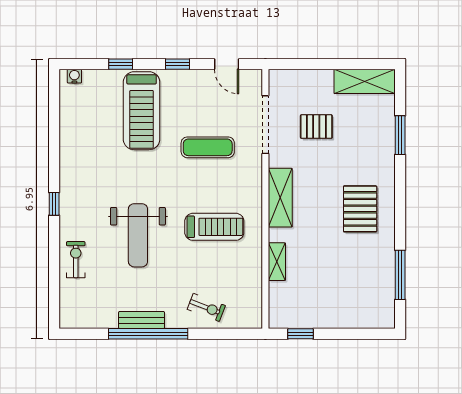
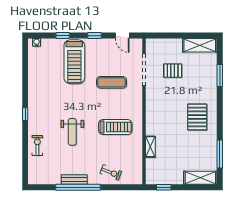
shelving: (280, 198) -> (200, 178), moved, turned 90
weight bench: (138, 235) -> (72, 132), width x0.73, depth x0.75

